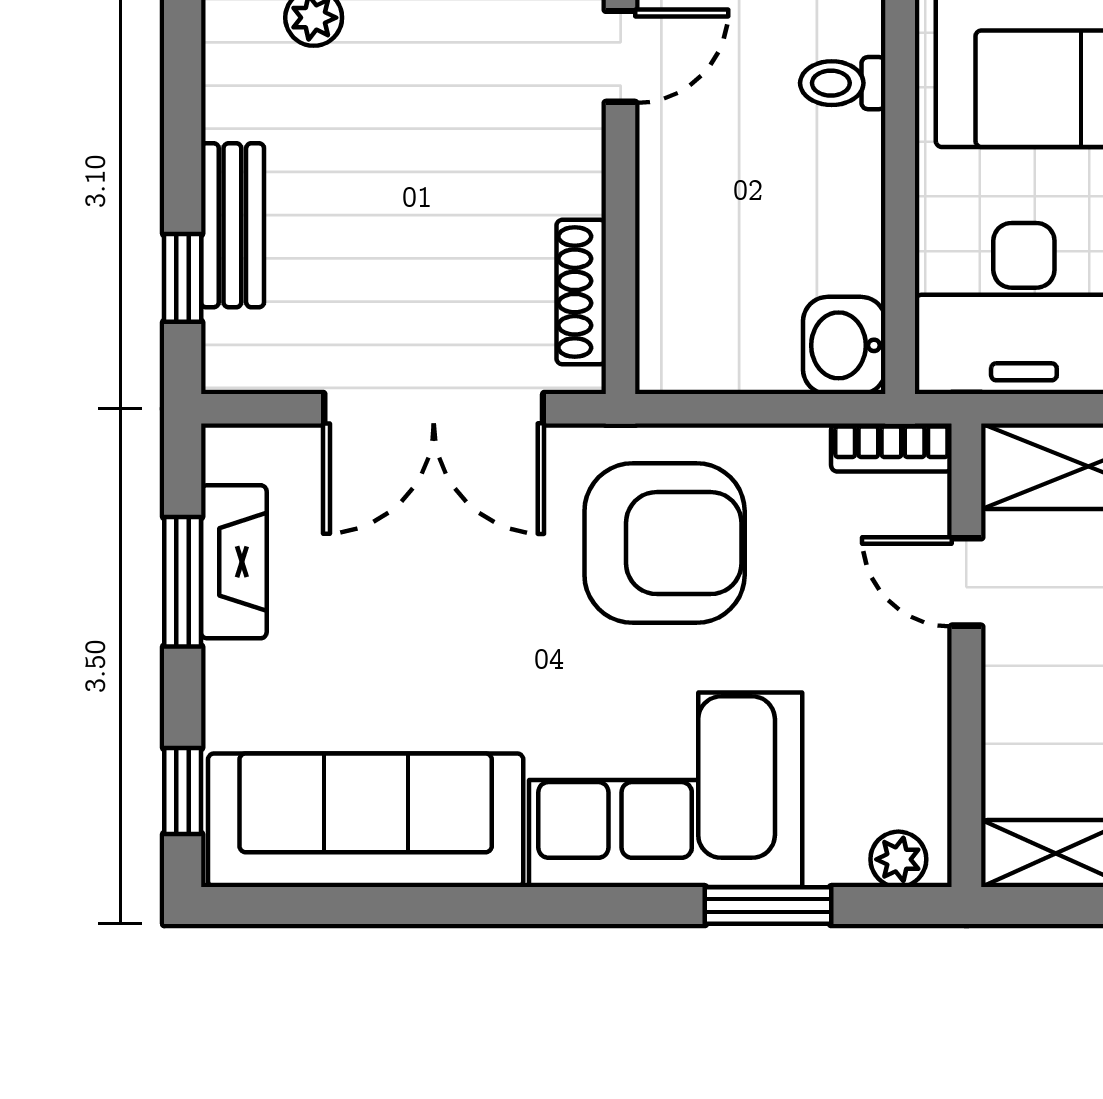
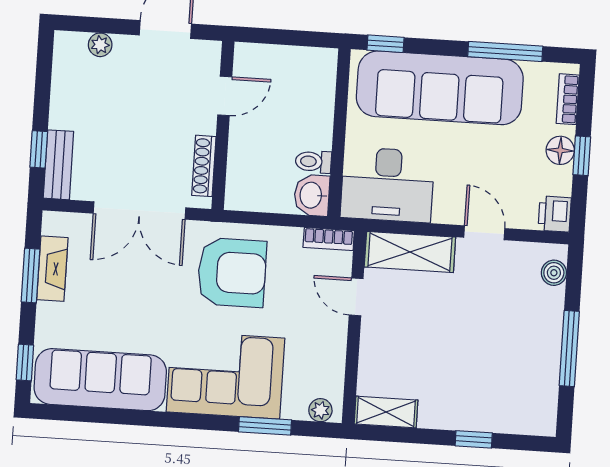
door: (621, 56) -> (225, 96), moved
toilet: (843, 83) -> (313, 162), moved
bench: (232, 225) -> (58, 165), moved

